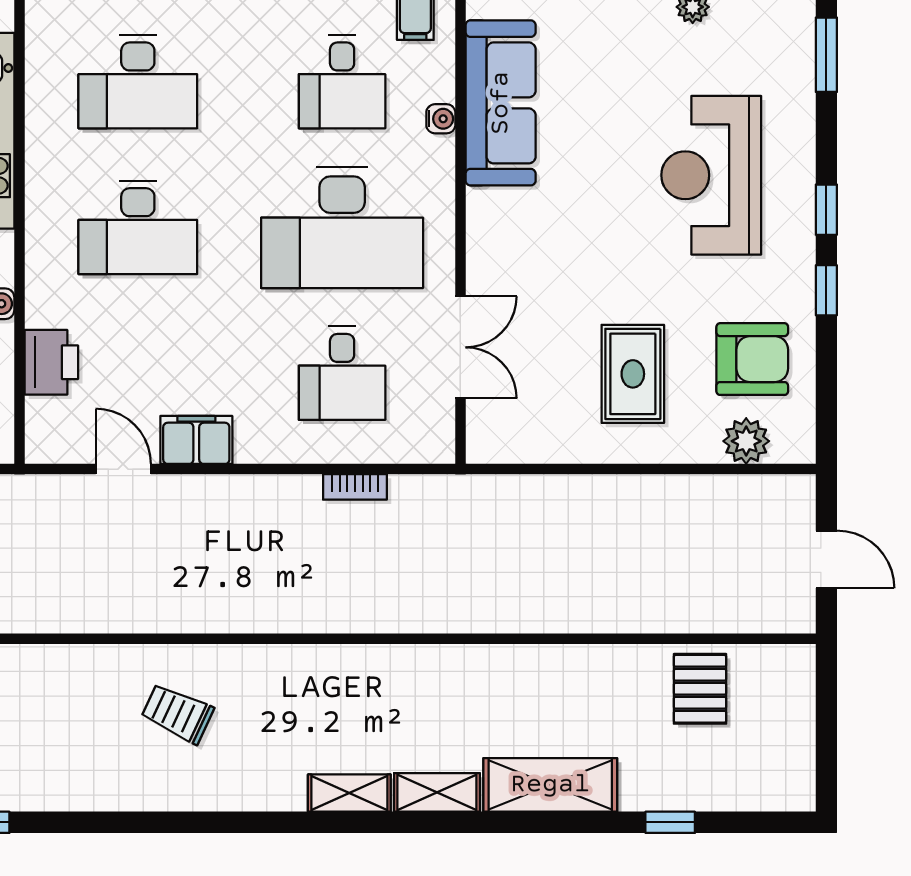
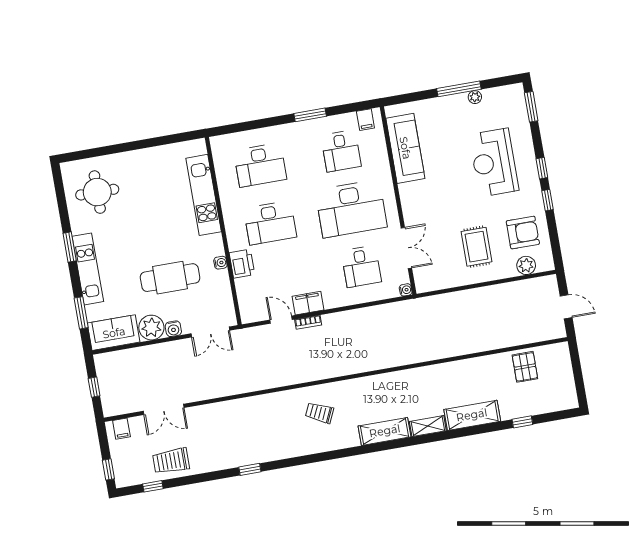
water cooler: (441, 119) -> (406, 290), moved
printer: (51, 362) -> (242, 264), moved
bookcase: (355, 487) -> (308, 322), moved
shelving: (349, 793) -> (385, 431), width x1.50, depth x1.33

